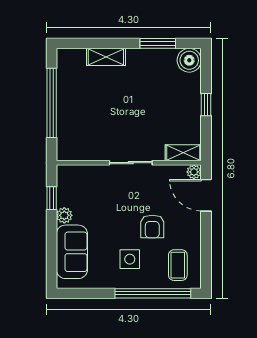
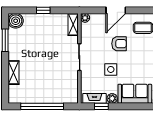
fireplace: (64, 187) -> (94, 98), added
door: (206, 195) -> (116, 10), moved
side table: (130, 259) -> (111, 69), moved

